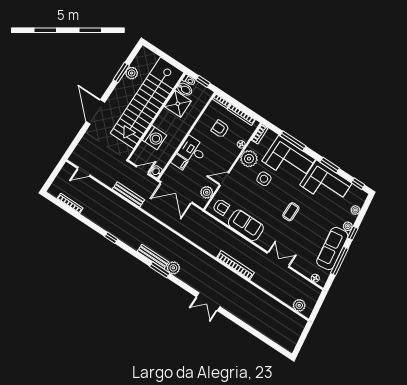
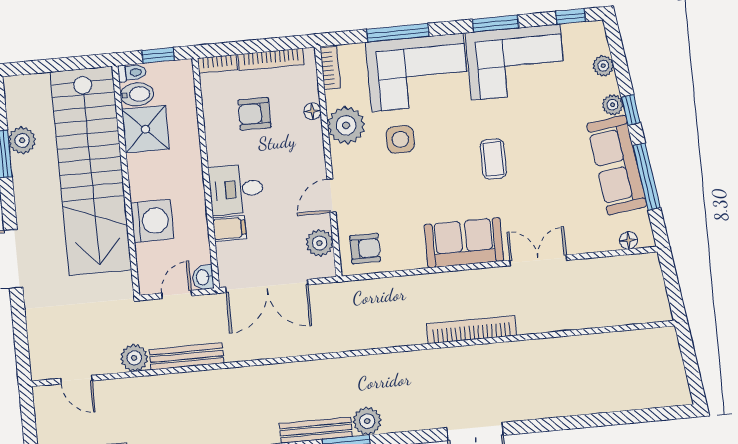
door: (84, 172) -> (77, 380), hinge flipped
sofa: (246, 225) -> (464, 243), moved
plant: (299, 305) -> (134, 358), moved

